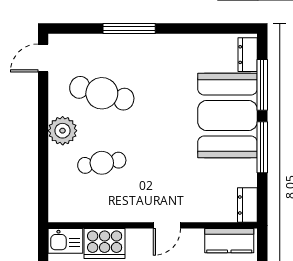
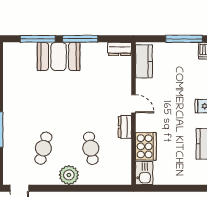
dresser: (248, 55) -> (125, 127), moved, turned 90
cafe table: (102, 93) -> (43, 148), width x0.73, depth x0.74
booth: (228, 115) -> (59, 56), width x0.73, depth x0.70

